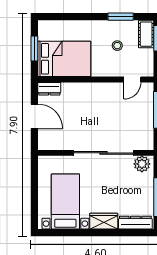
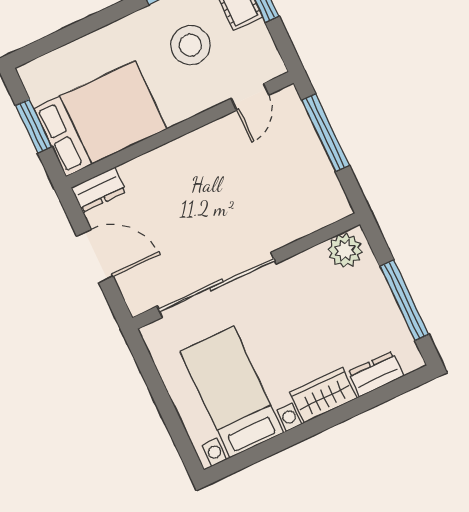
stool: (117, 46) -> (190, 45), width x1.89, depth x1.89
sliding door: (104, 153) -> (217, 285), moved
dresser: (135, 223) -> (376, 374), width x0.70

